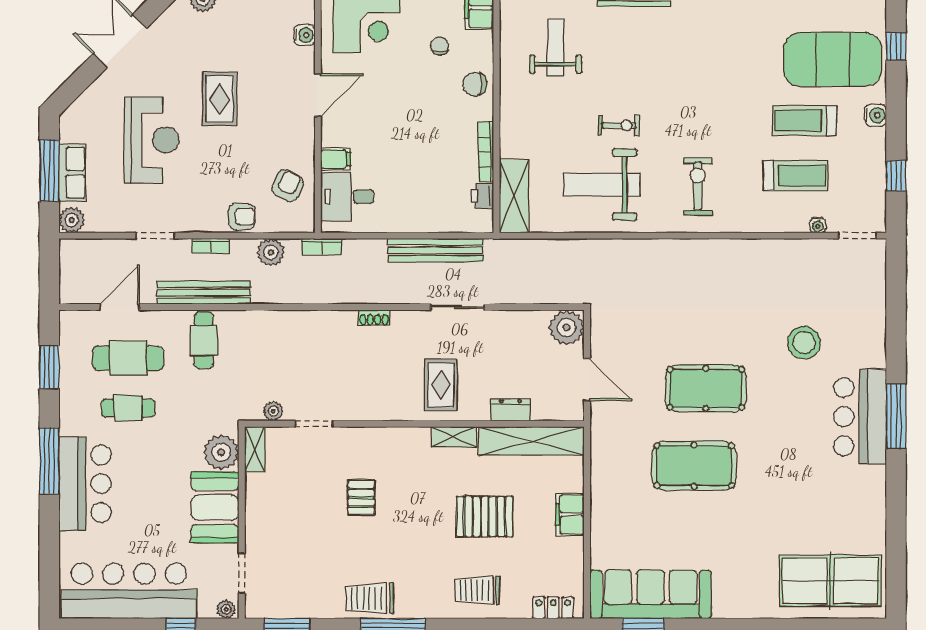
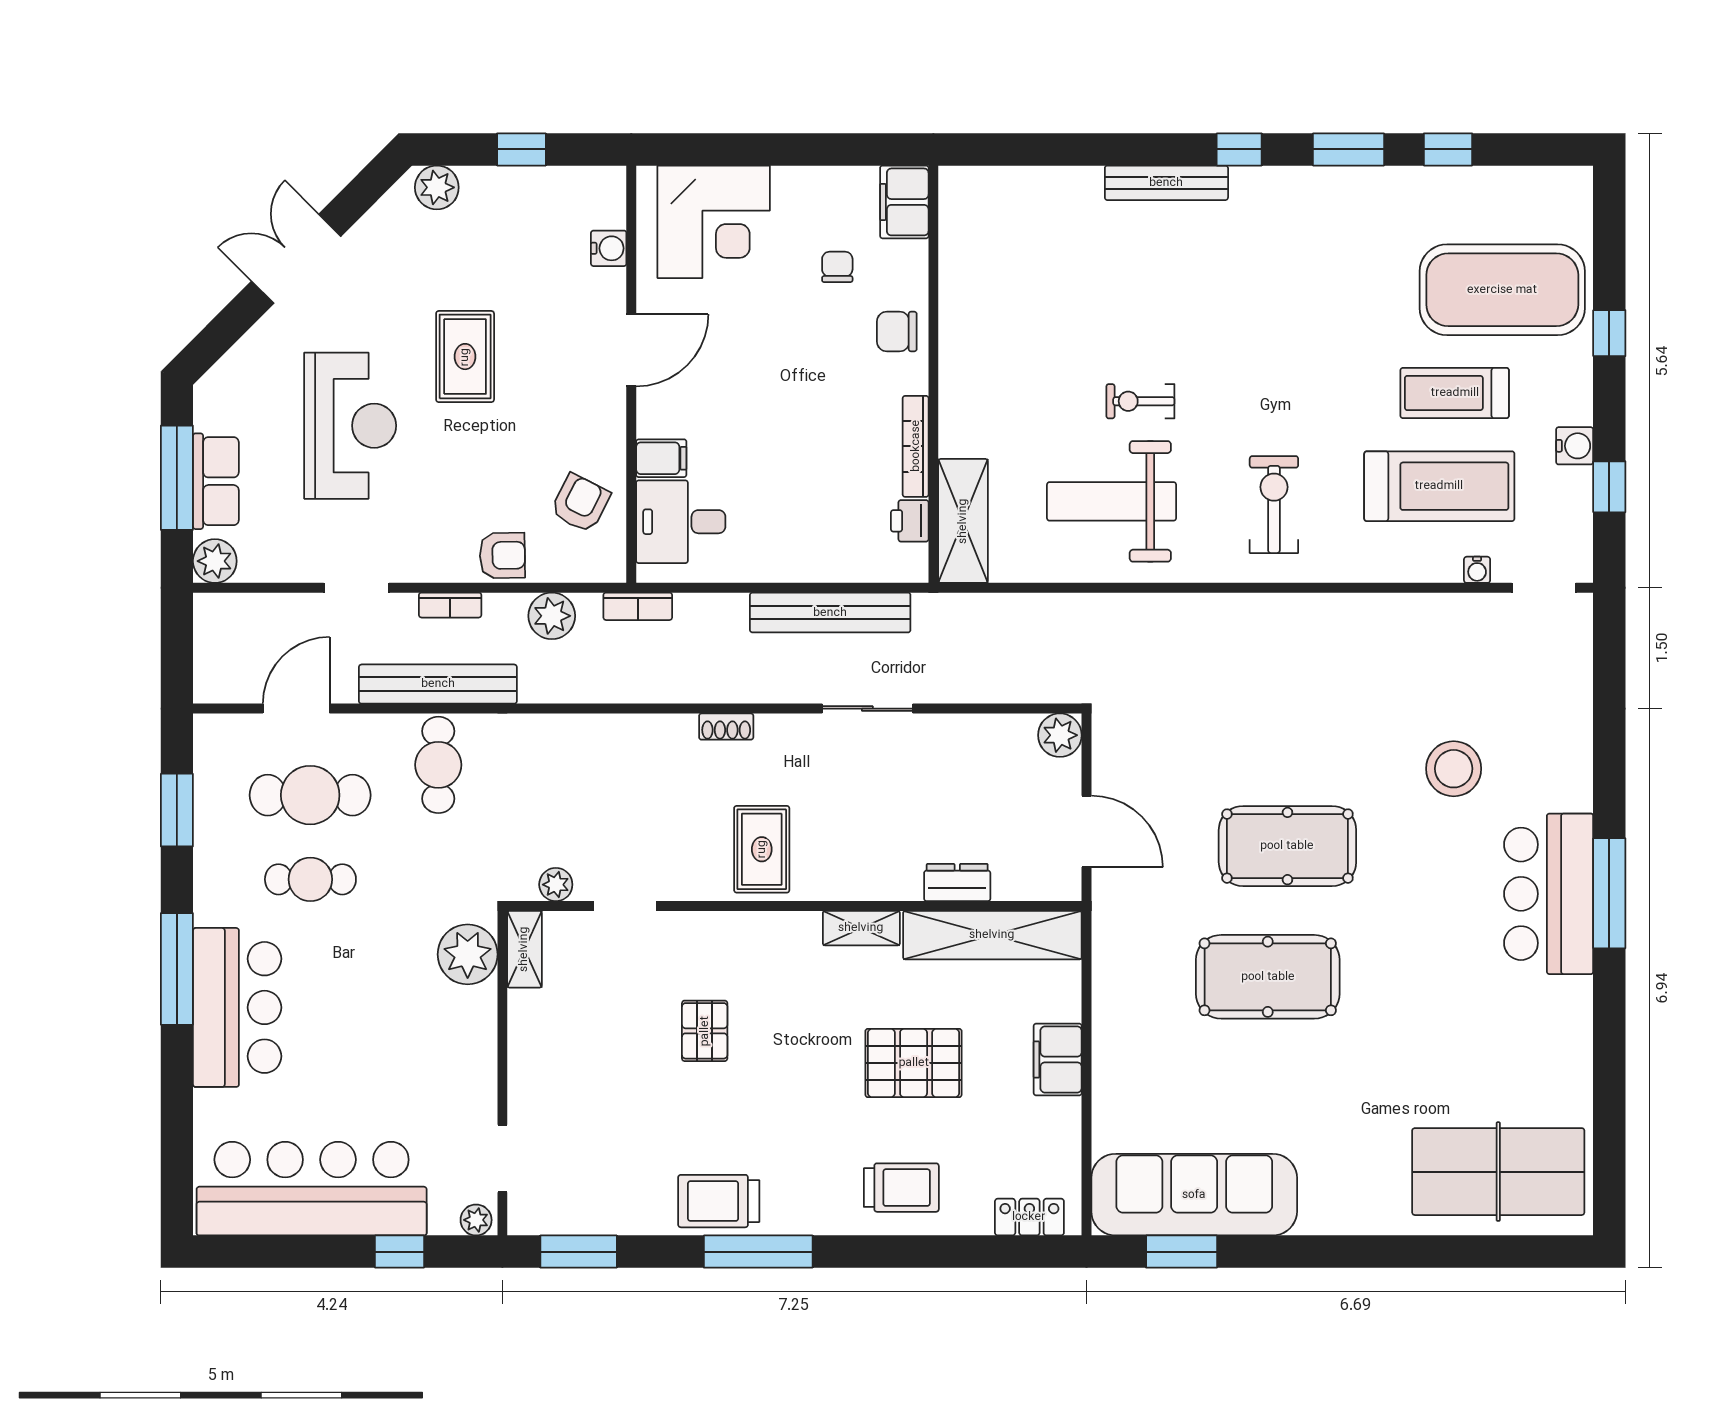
window: (896, 46) -> (1609, 333), moved
weight bench: (556, 47) -> (1034, 269), removed
water cooler: (875, 115) -> (1575, 446), moved
exercise bike: (619, 125) -> (1140, 401), turned 180
treadmill: (796, 176) -> (1439, 486), width x1.37, depth x1.38
plant: (567, 327) -> (1060, 735), width x0.73, depth x0.73
rug: (441, 385) -> (762, 849), moved
booth: (215, 508) -> (457, 1048), removed
trolley: (477, 590) -> (901, 1188), turned 180

